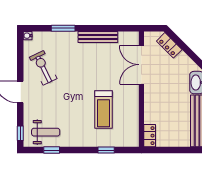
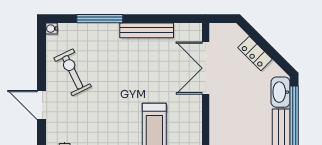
window: (63, 28) -> (100, 19), width x1.44
locker: (169, 45) -> (255, 53), moved

